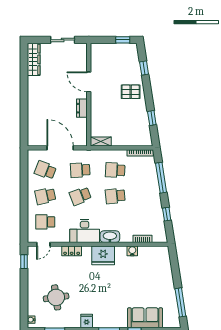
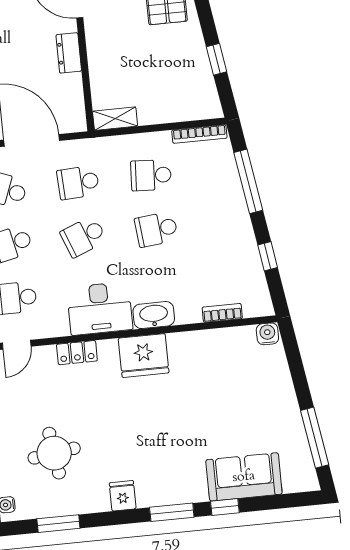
water cooler: (132, 251) -> (267, 334), moved

